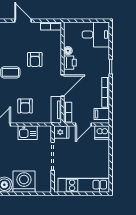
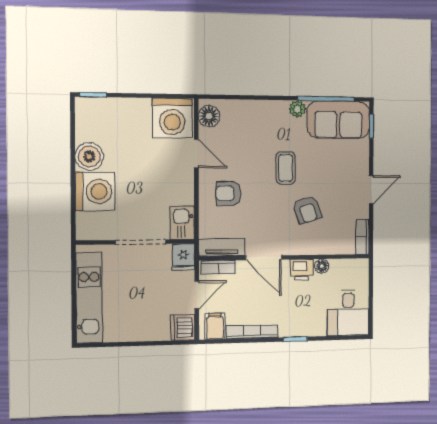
armchair: (35, 59) -> (307, 210), turned -108
door: (83, 125) -> (197, 295), swing flipped
kitchen sink: (28, 133) -> (182, 223), moved

